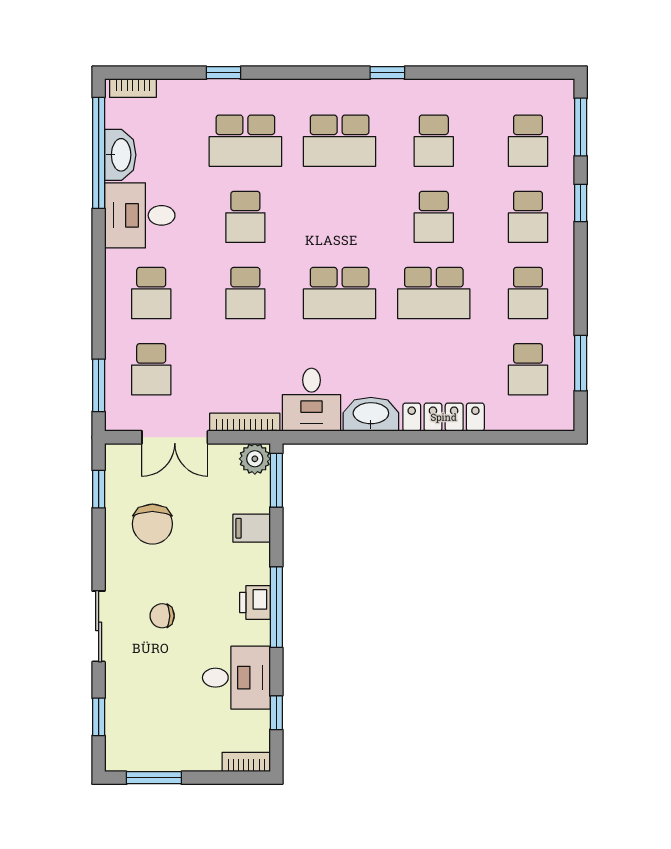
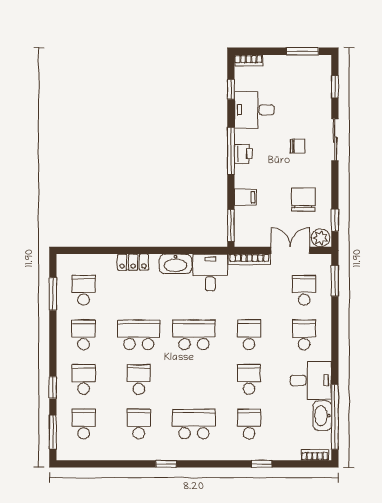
school desk: (245, 141) -> (249, 424), width x0.54
locker: (444, 417) -> (133, 262), width x0.66
plant: (255, 459) -> (320, 238), moved

